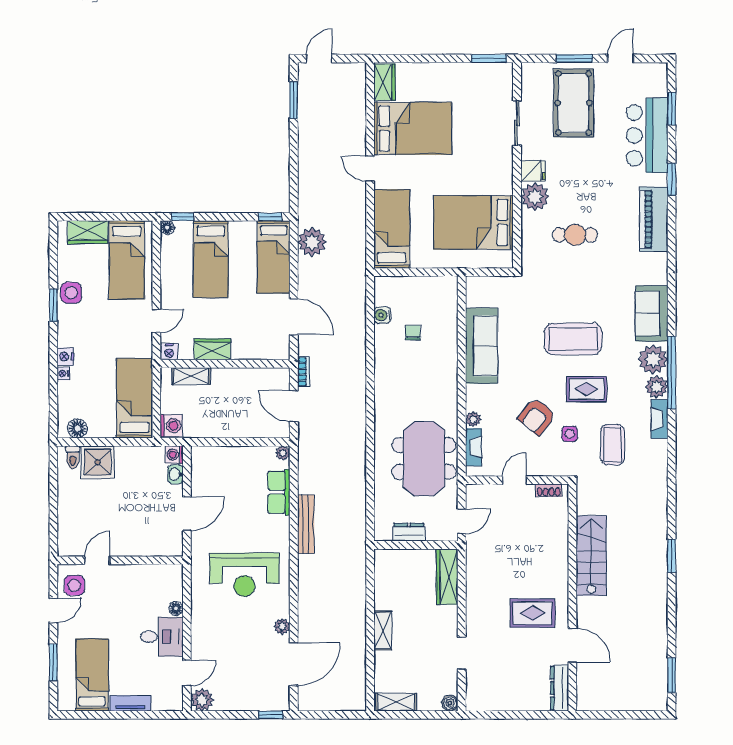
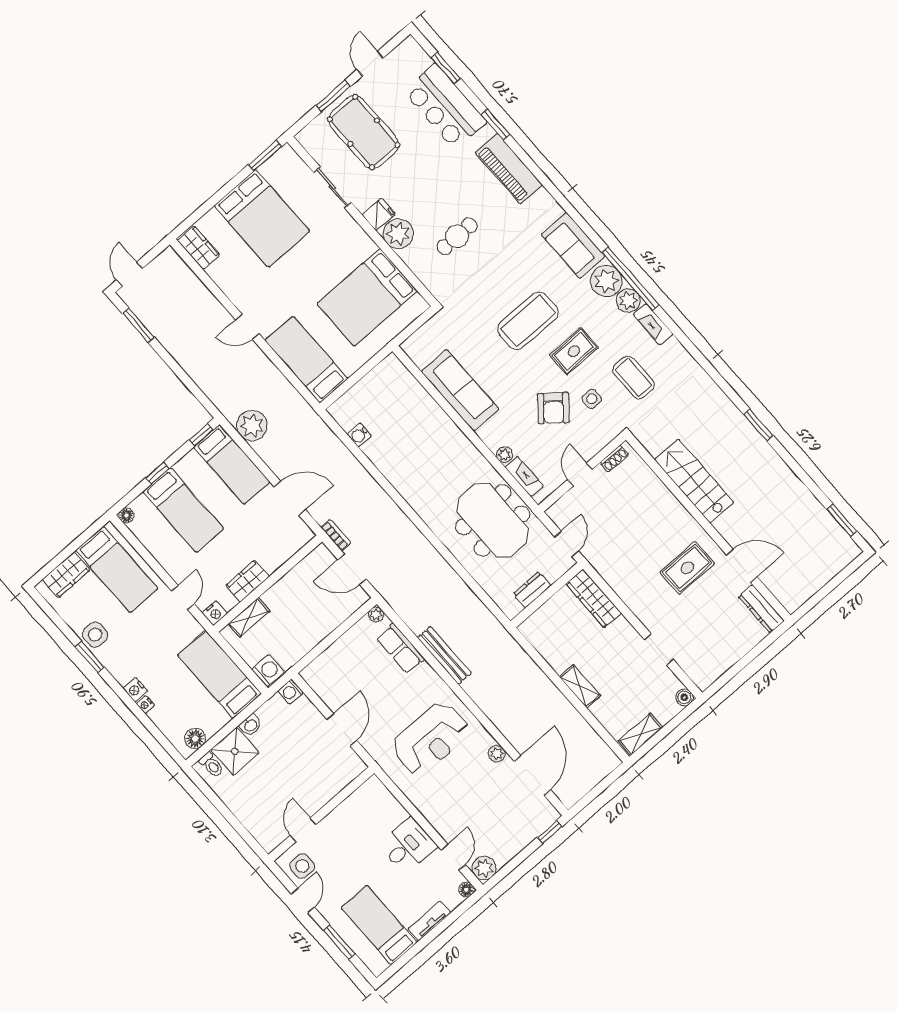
bed: (413, 128) -> (262, 218), moved, turned 90
window: (183, 217) -> (157, 473), moved
chair: (413, 333) -> (396, 428), removed
washbasin: (175, 474) -> (251, 725), moved, turned -90
floor lamp: (176, 608) -> (466, 890), moved

